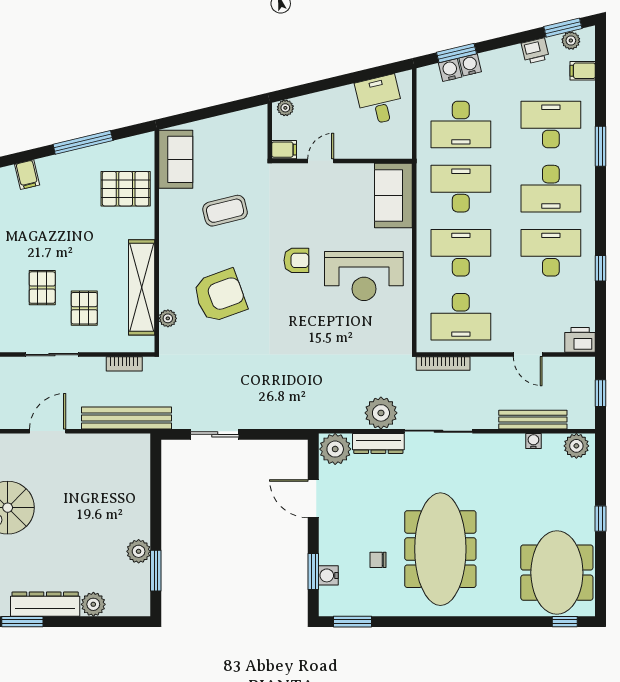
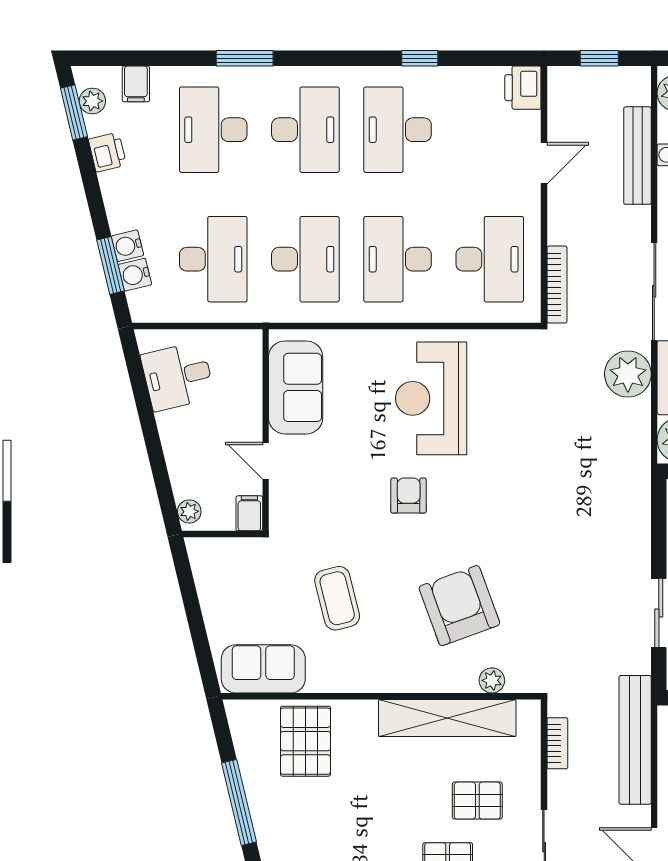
desk: (461, 189) -> (305, 259), turned 180
sofa: (393, 195) -> (296, 387), moved, turned -90
reception desk: (364, 276) -> (431, 398), turned 180

